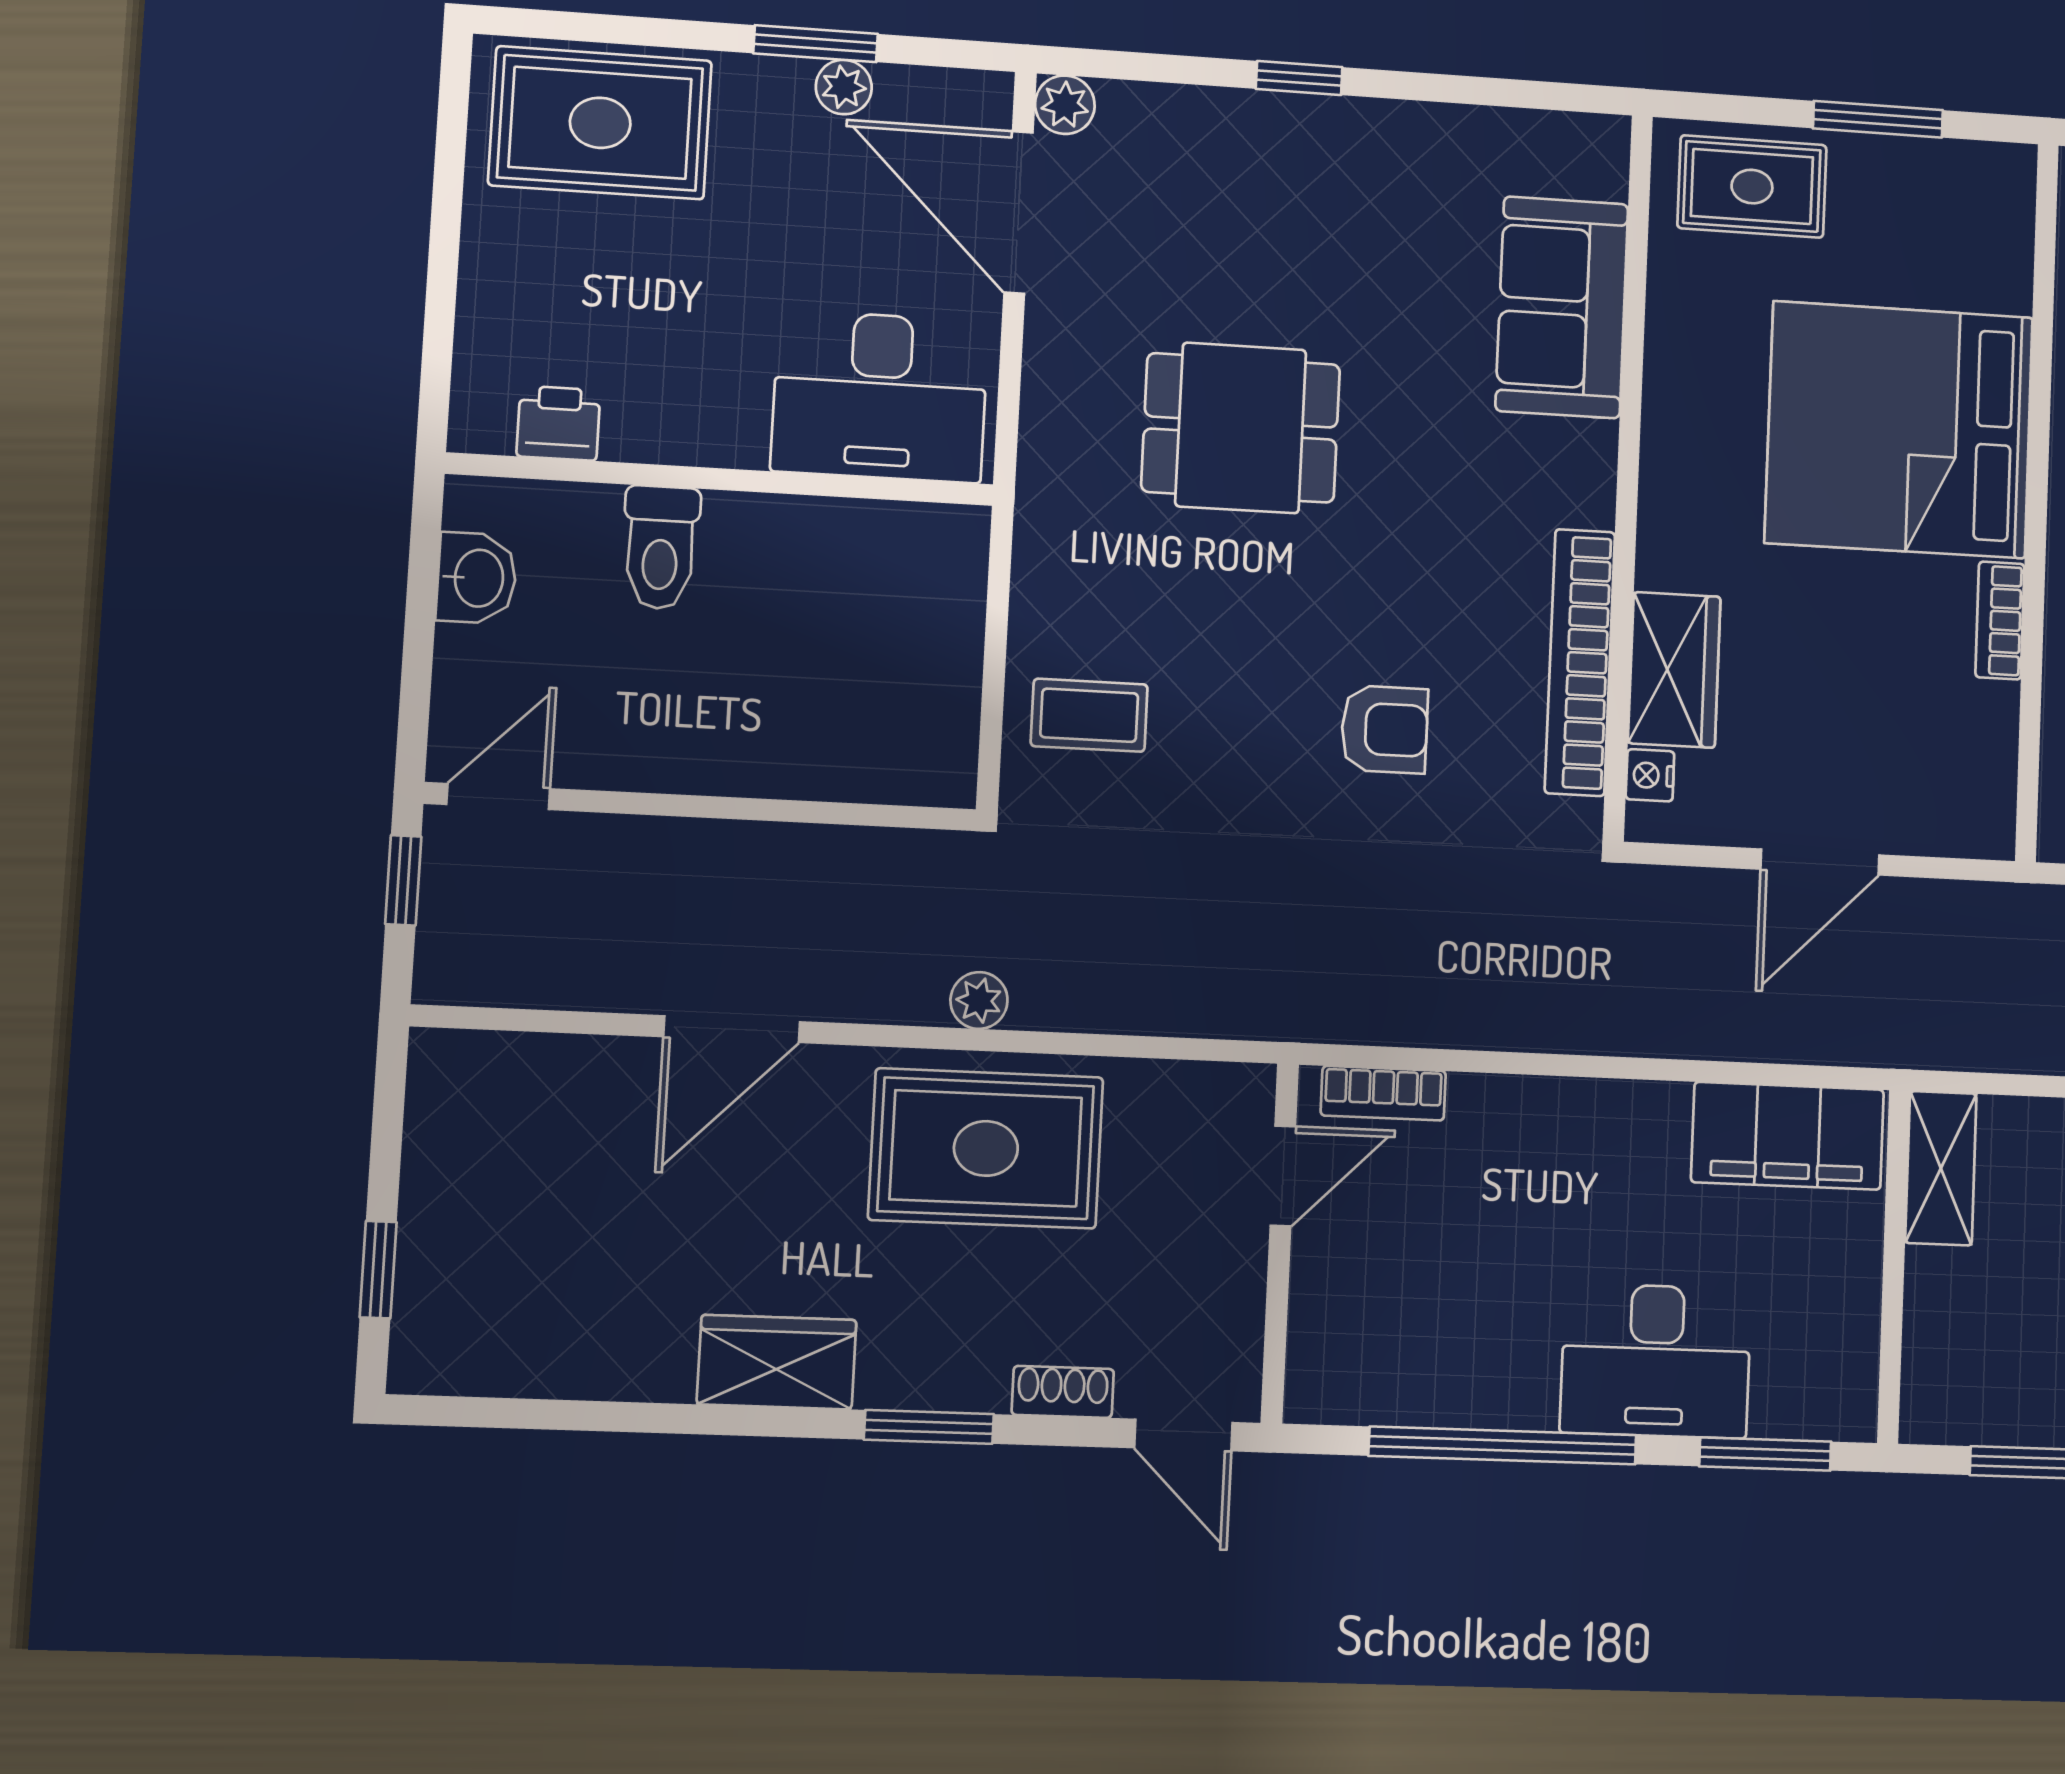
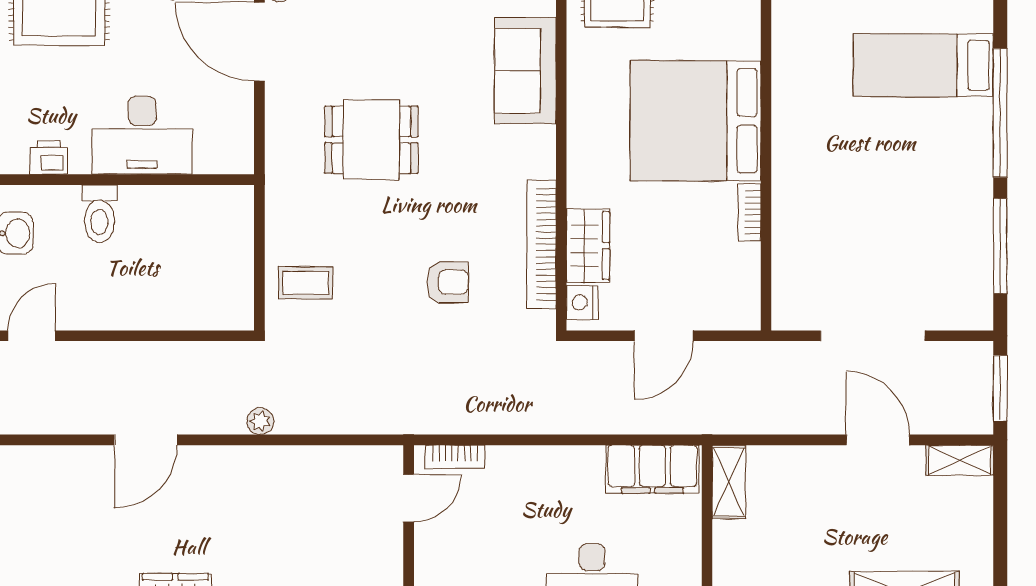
desk: (880, 396) -> (142, 135), moved
nightstand: (1650, 775) -> (582, 302), width x1.39, depth x1.35
rug: (986, 1148) -> (267, 491), removed

